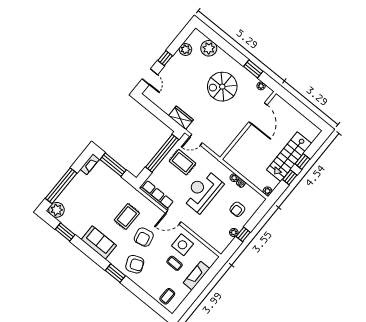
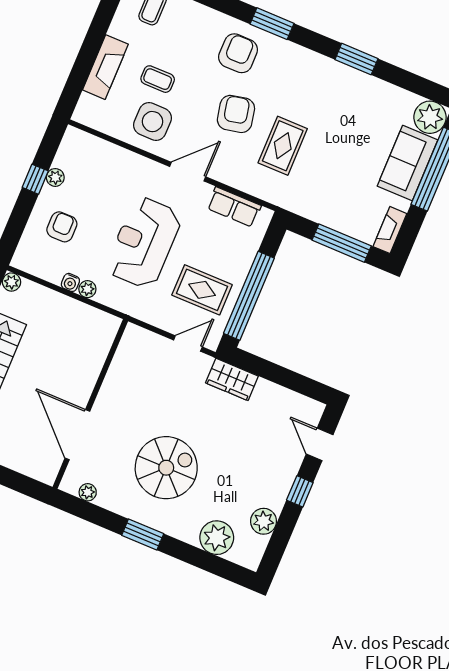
window: (253, 69) -> (143, 534), moved
reception desk: (202, 191) -> (144, 243), turned 180
row of seats: (157, 195) -> (234, 207), width x0.68
window: (65, 232) -> (356, 59), moved
sofa: (99, 243) -> (407, 163), moved, turned 90
armchair: (135, 264) -> (238, 53), turned 112

